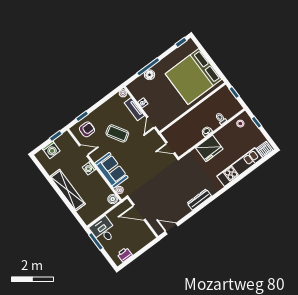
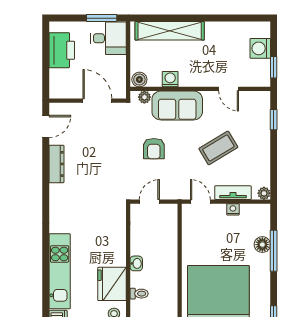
armchair: (87, 129) -> (154, 149), moved
fridge: (209, 148) -> (112, 284), moved
door: (84, 151) -> (229, 89), hinge flipped
washing machine: (89, 168) -> (170, 79), moved
shelving: (68, 190) -> (170, 31), moved
dresser: (199, 200) -> (56, 164), moved
door: (139, 212) -> (97, 101), hinge flipped
printer: (125, 255) -> (62, 50), width x1.87, depth x1.48

